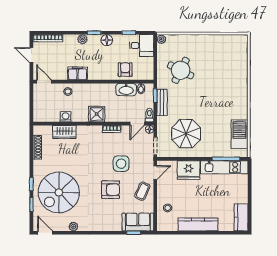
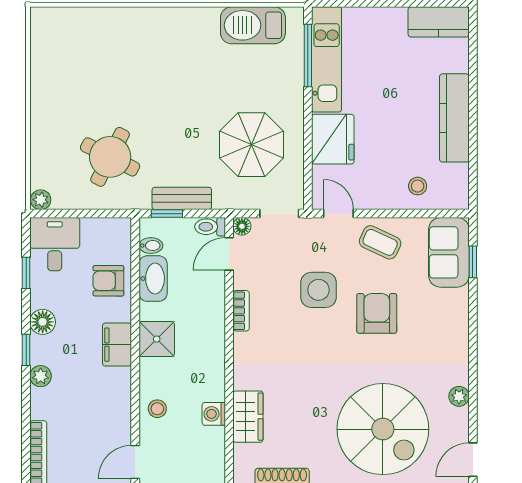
filing cabinet: (78, 73) -> (117, 345), moved
shower: (97, 114) -> (157, 339), moved
door: (137, 124) -> (229, 254), swing flipped

